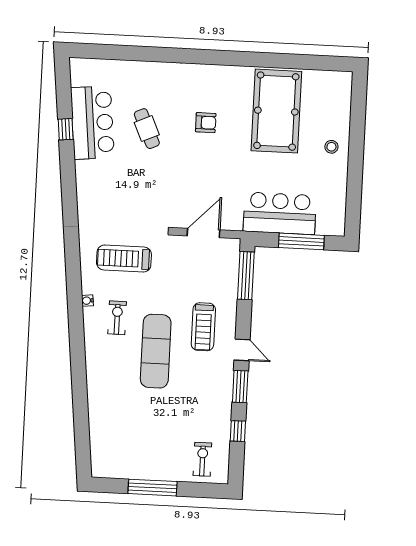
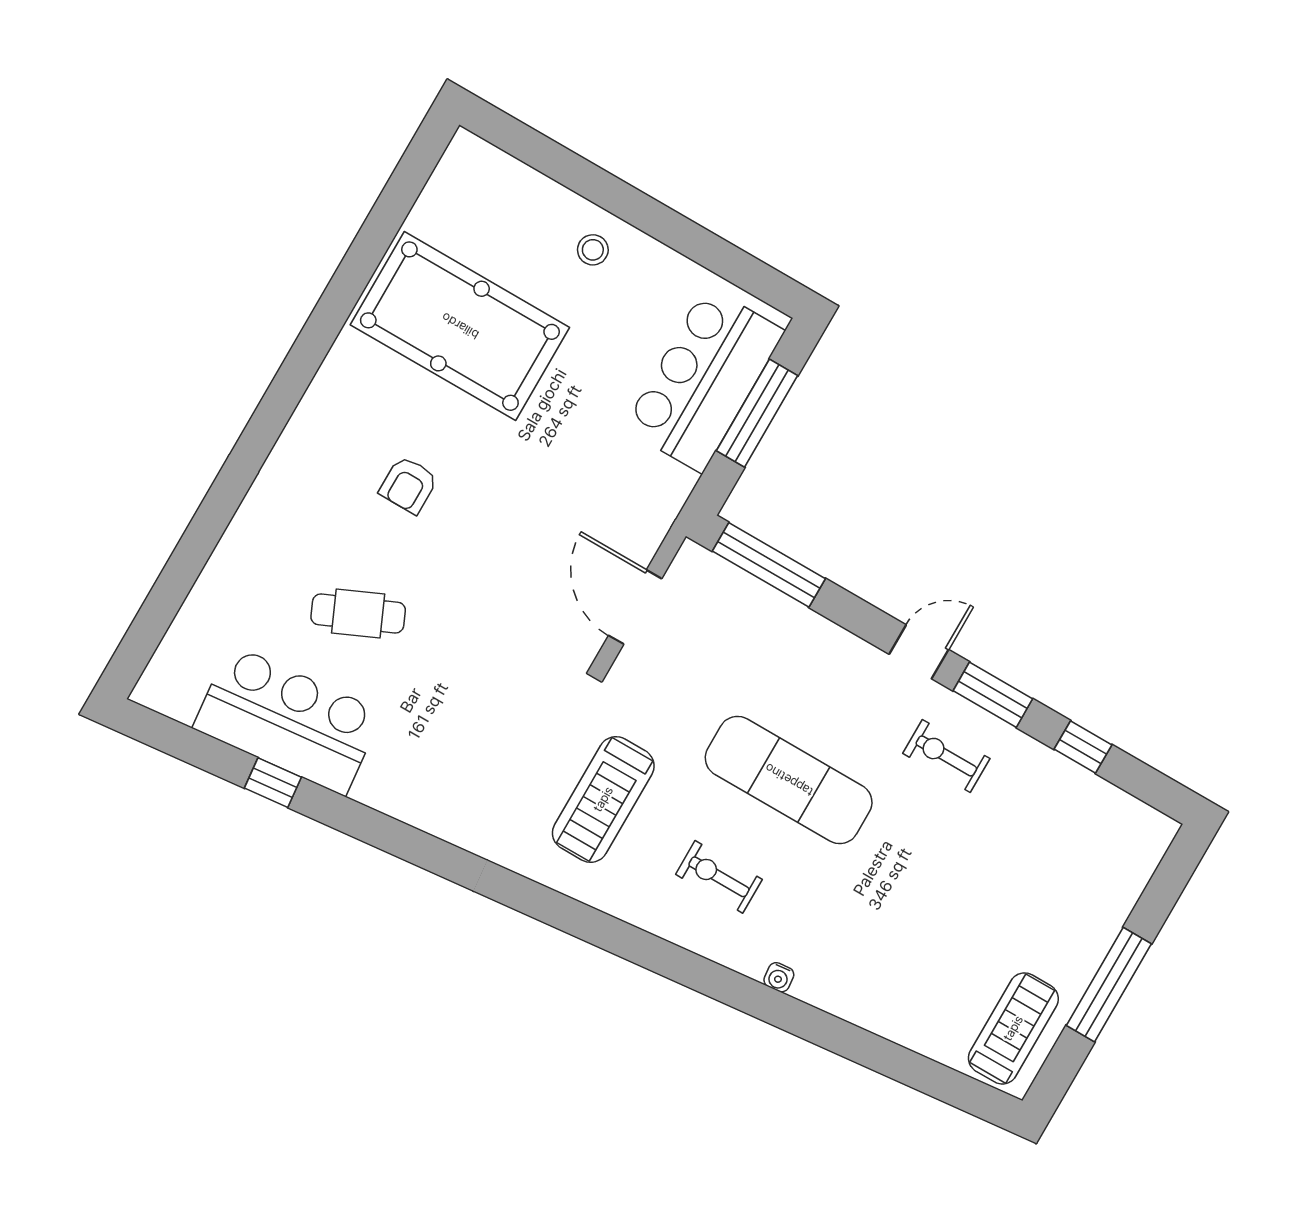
armchair: (206, 123) -> (408, 485), turned 180
bar counter: (280, 213) -> (704, 379), moved
water cooler: (87, 301) -> (779, 977), moved
treadmill: (203, 327) -> (1013, 1028), moved, turned -90
exercise mat: (156, 351) -> (789, 780), moved
exercise bike: (202, 459) -> (946, 756), moved

